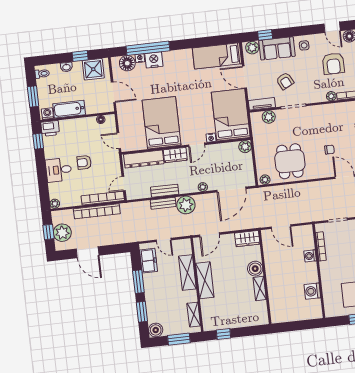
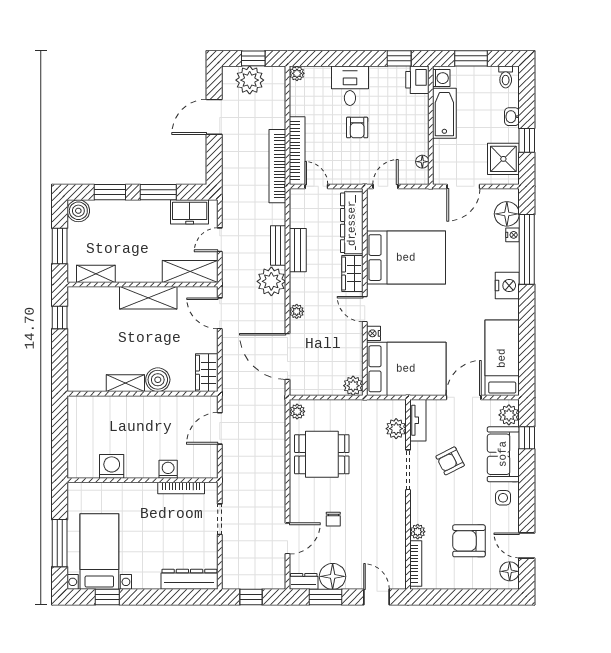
door: (332, 27) -> (527, 545), hinge flipped
nightstand: (154, 60) -> (507, 285), moved
armchair: (84, 162) -> (357, 127), turned 180
bookcase: (97, 211) -> (277, 166), moved
shelving: (187, 272) -> (190, 271), moved

